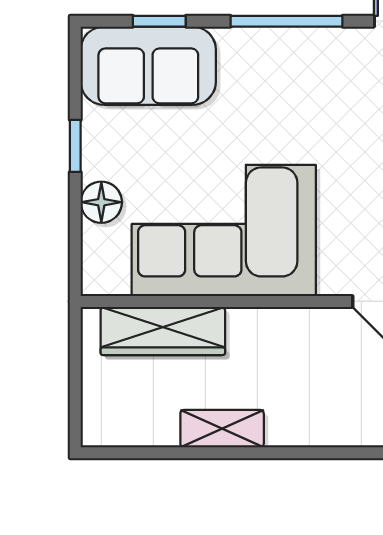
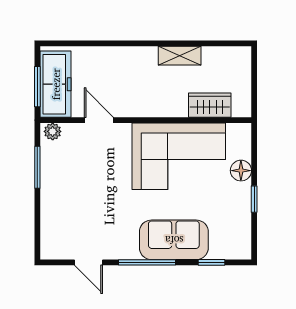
sofa: (148, 66) -> (174, 240), moved
wardrobe: (163, 331) -> (210, 105), width x0.67

